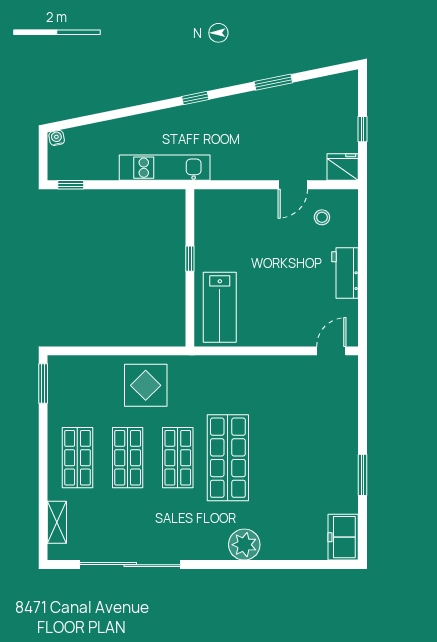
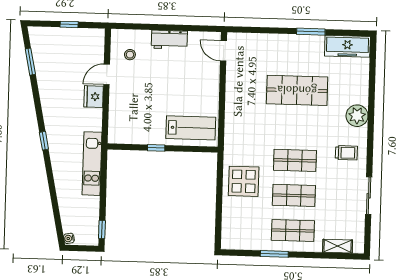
window: (273, 82) -> (30, 62), moved
fridge: (343, 167) -> (94, 97), moved
door: (293, 185) -> (107, 74), swing flipped
window: (43, 384) -> (274, 254), moved
shop shelf: (228, 458) -> (297, 90), moved
trolley: (191, 531) -> (346, 153), added
freezer: (343, 537) -> (347, 46), width x1.40
sliding door: (130, 565) -> (369, 196), width x0.54

